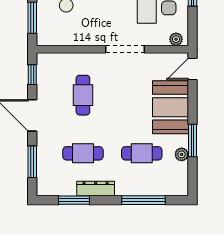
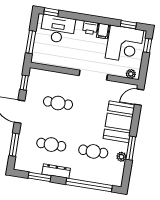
cafe table: (83, 95) -> (58, 103), turned 90
window: (144, 200) -> (89, 185), width x1.46

